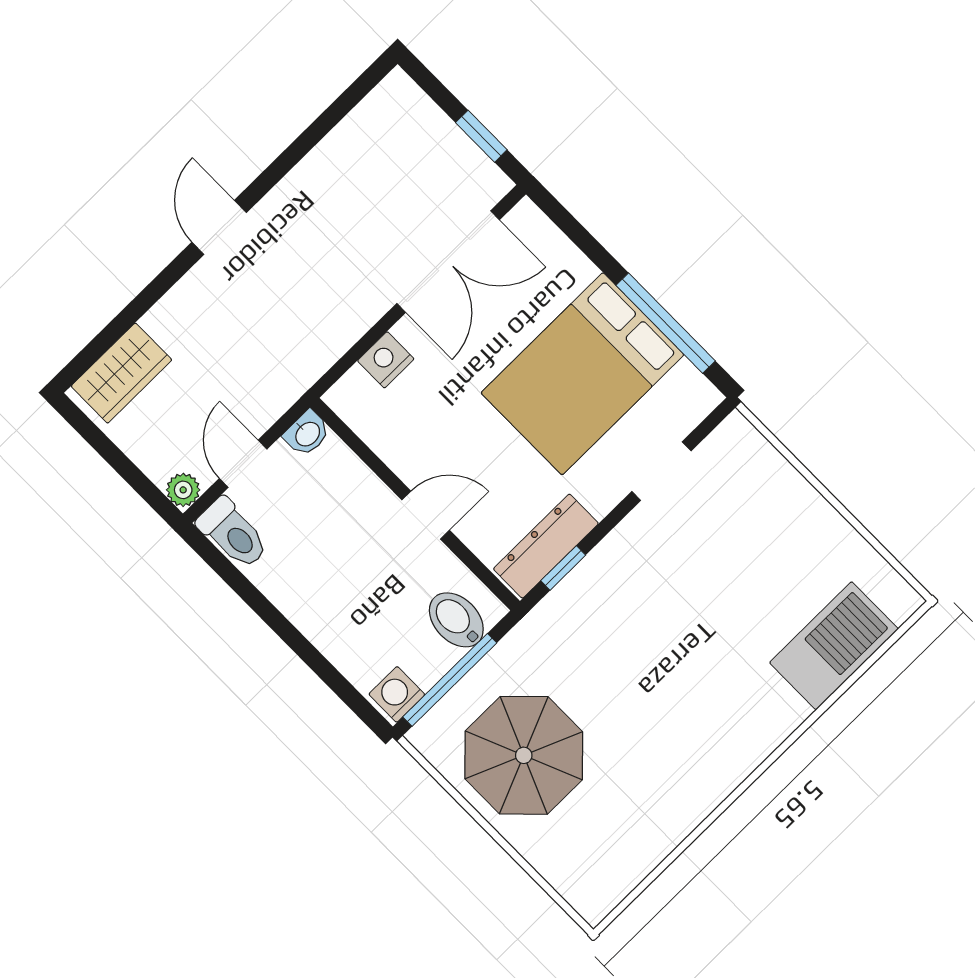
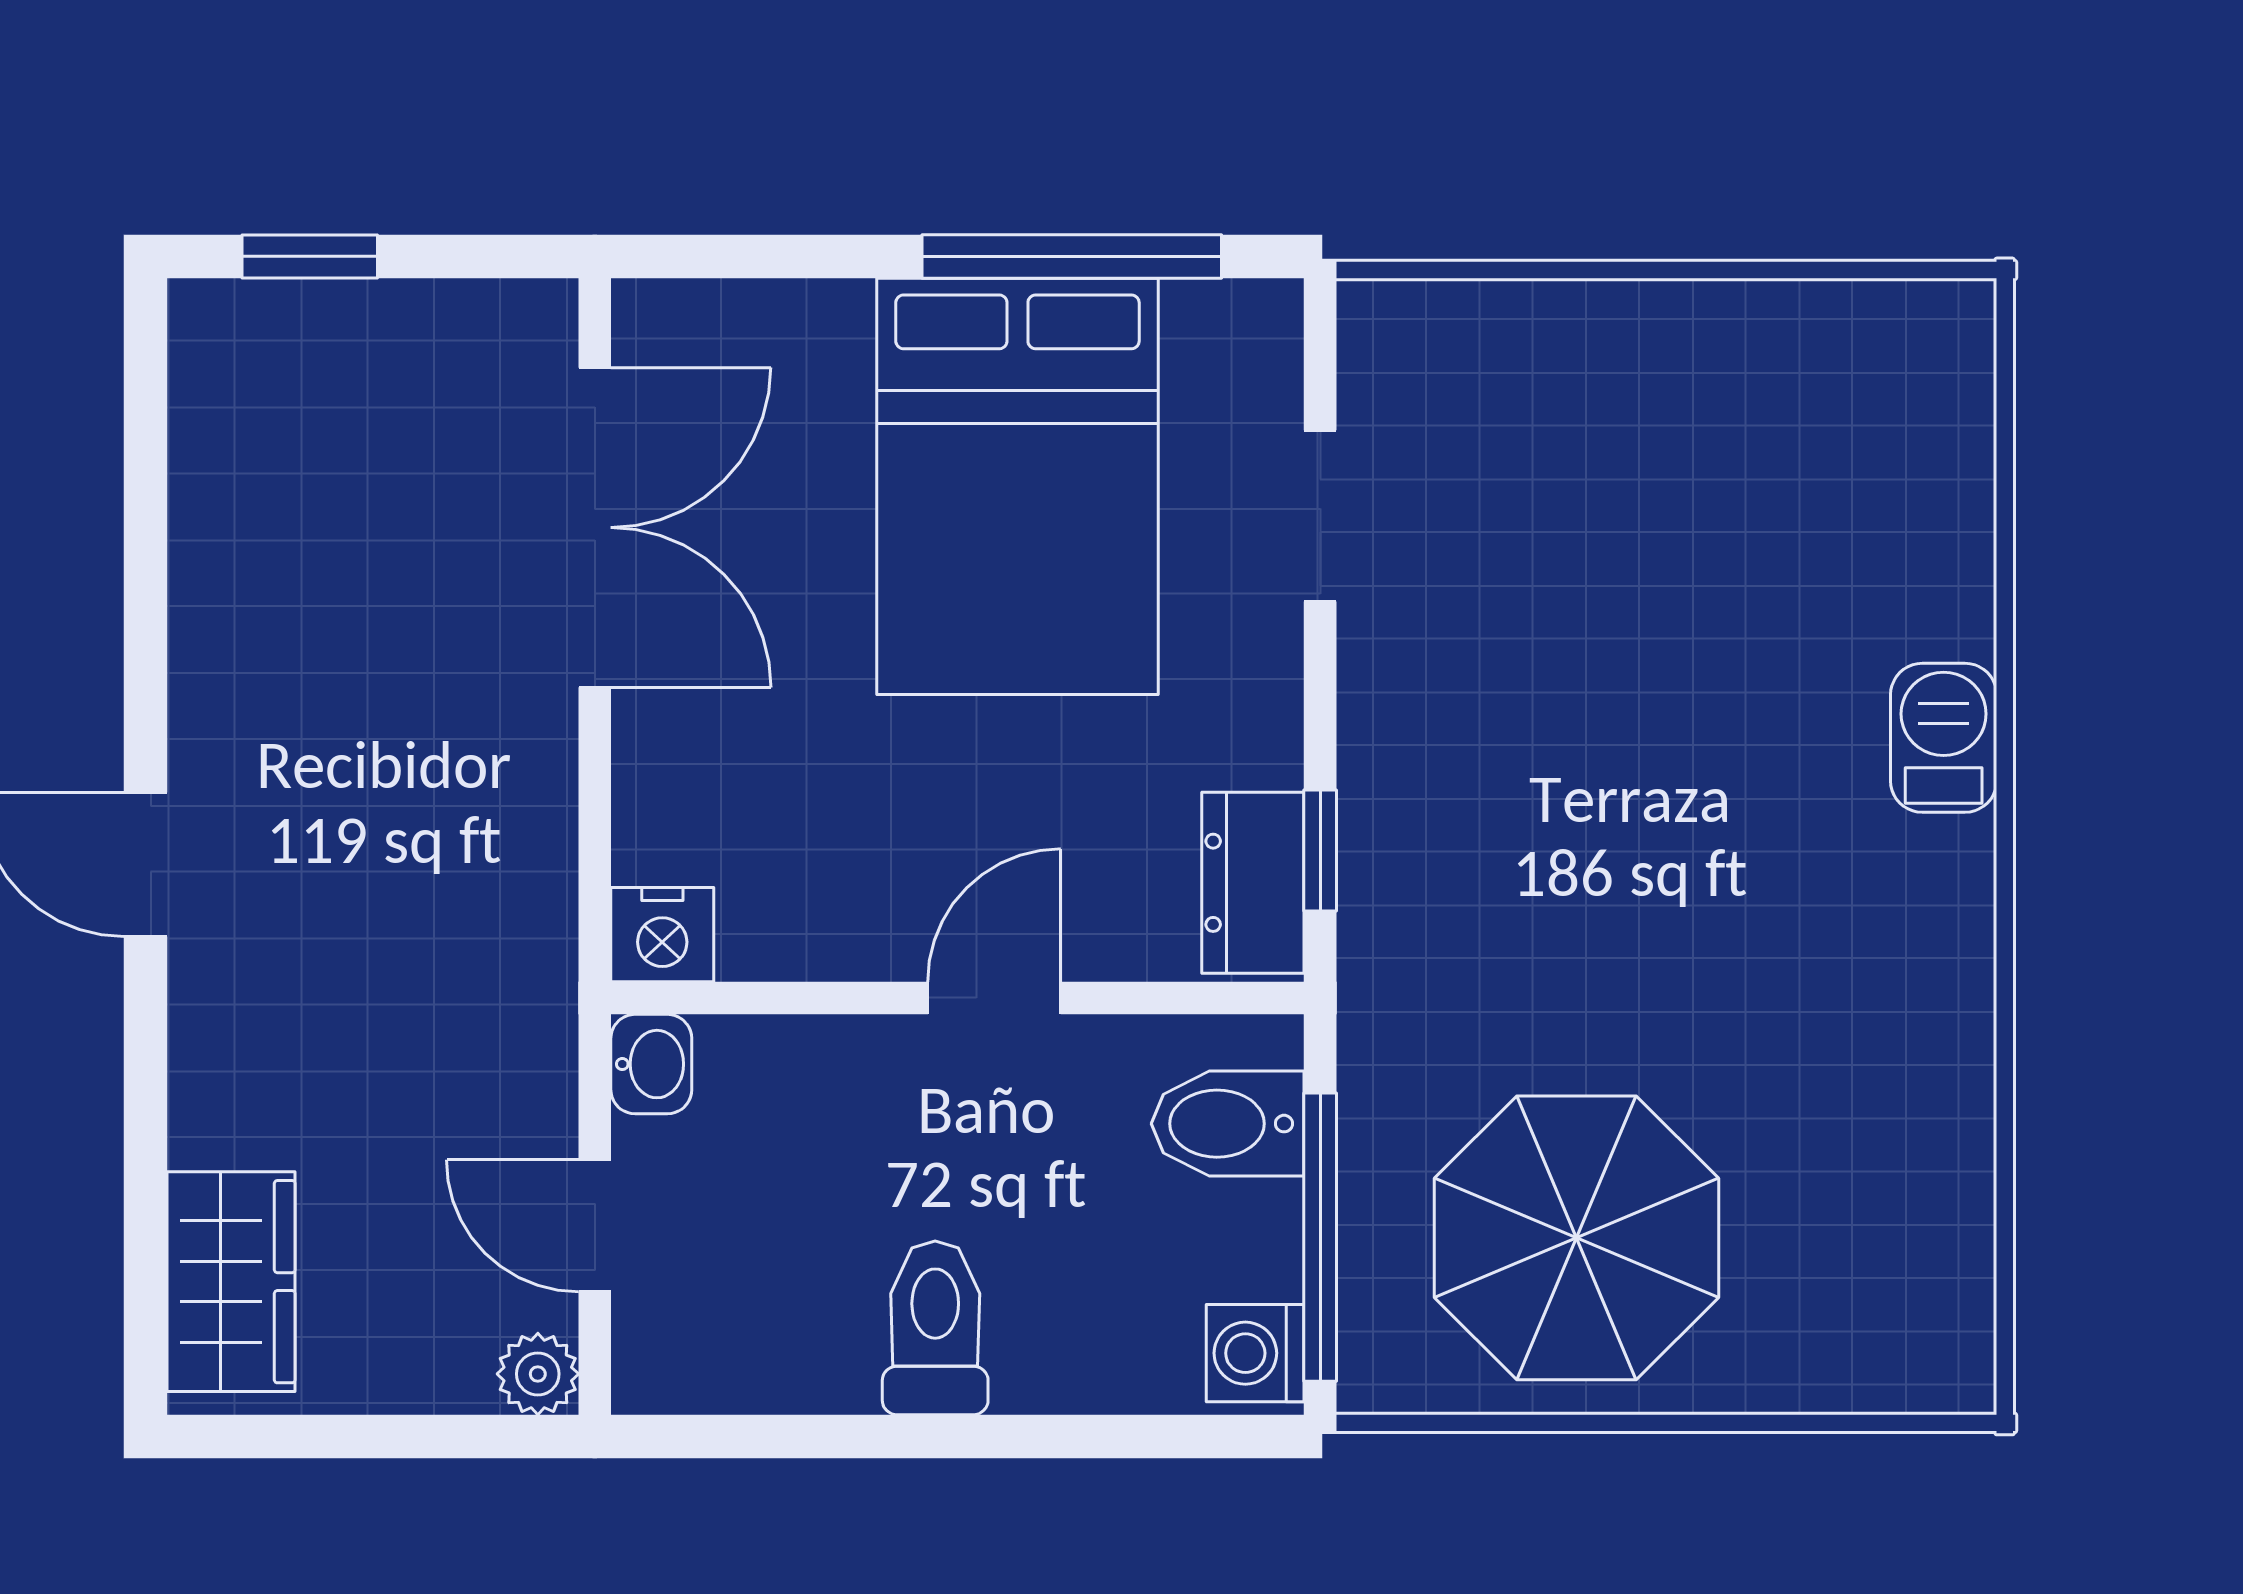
window: (481, 136) -> (310, 256), moved
nightstand: (386, 360) -> (662, 935), moved, turned -90
toilet: (233, 533) -> (935, 1328), moved, turned -90
dresser: (546, 546) -> (1253, 883), width x0.70
barbecue: (834, 646) -> (1944, 738), moved, width x0.53, depth x0.65

